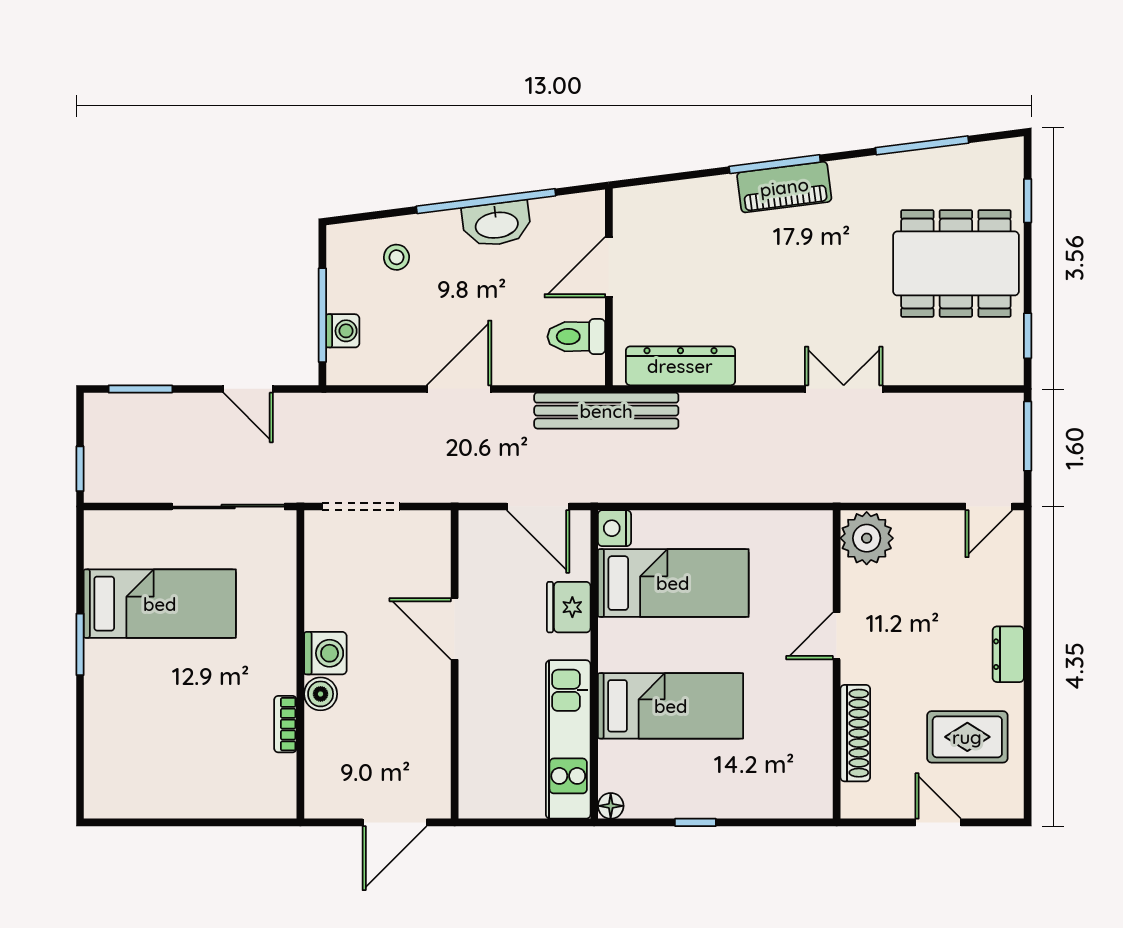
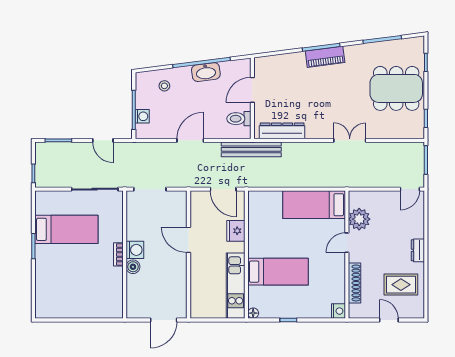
nightstand: (614, 528) -> (338, 311), moved, turned 180
plant: (867, 538) -> (359, 219), moved
bed: (673, 583) -> (314, 205), moved, turned 180
bookcase: (285, 724) -> (118, 254), moved

